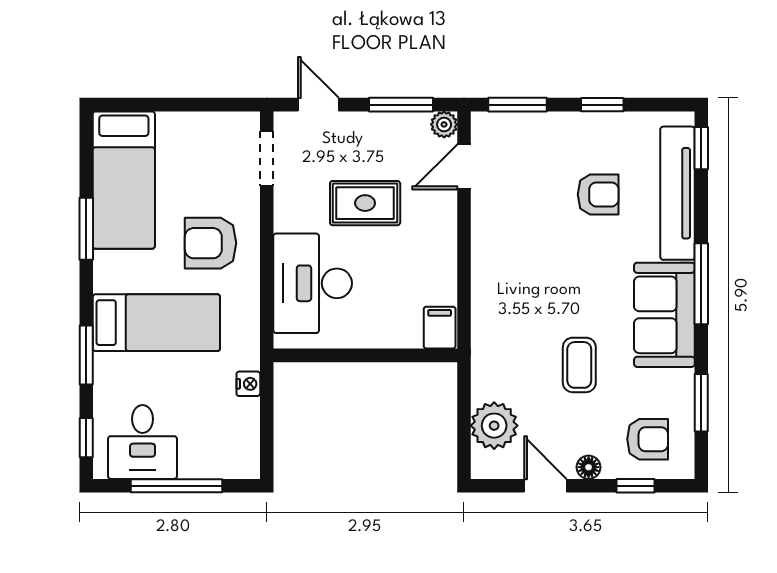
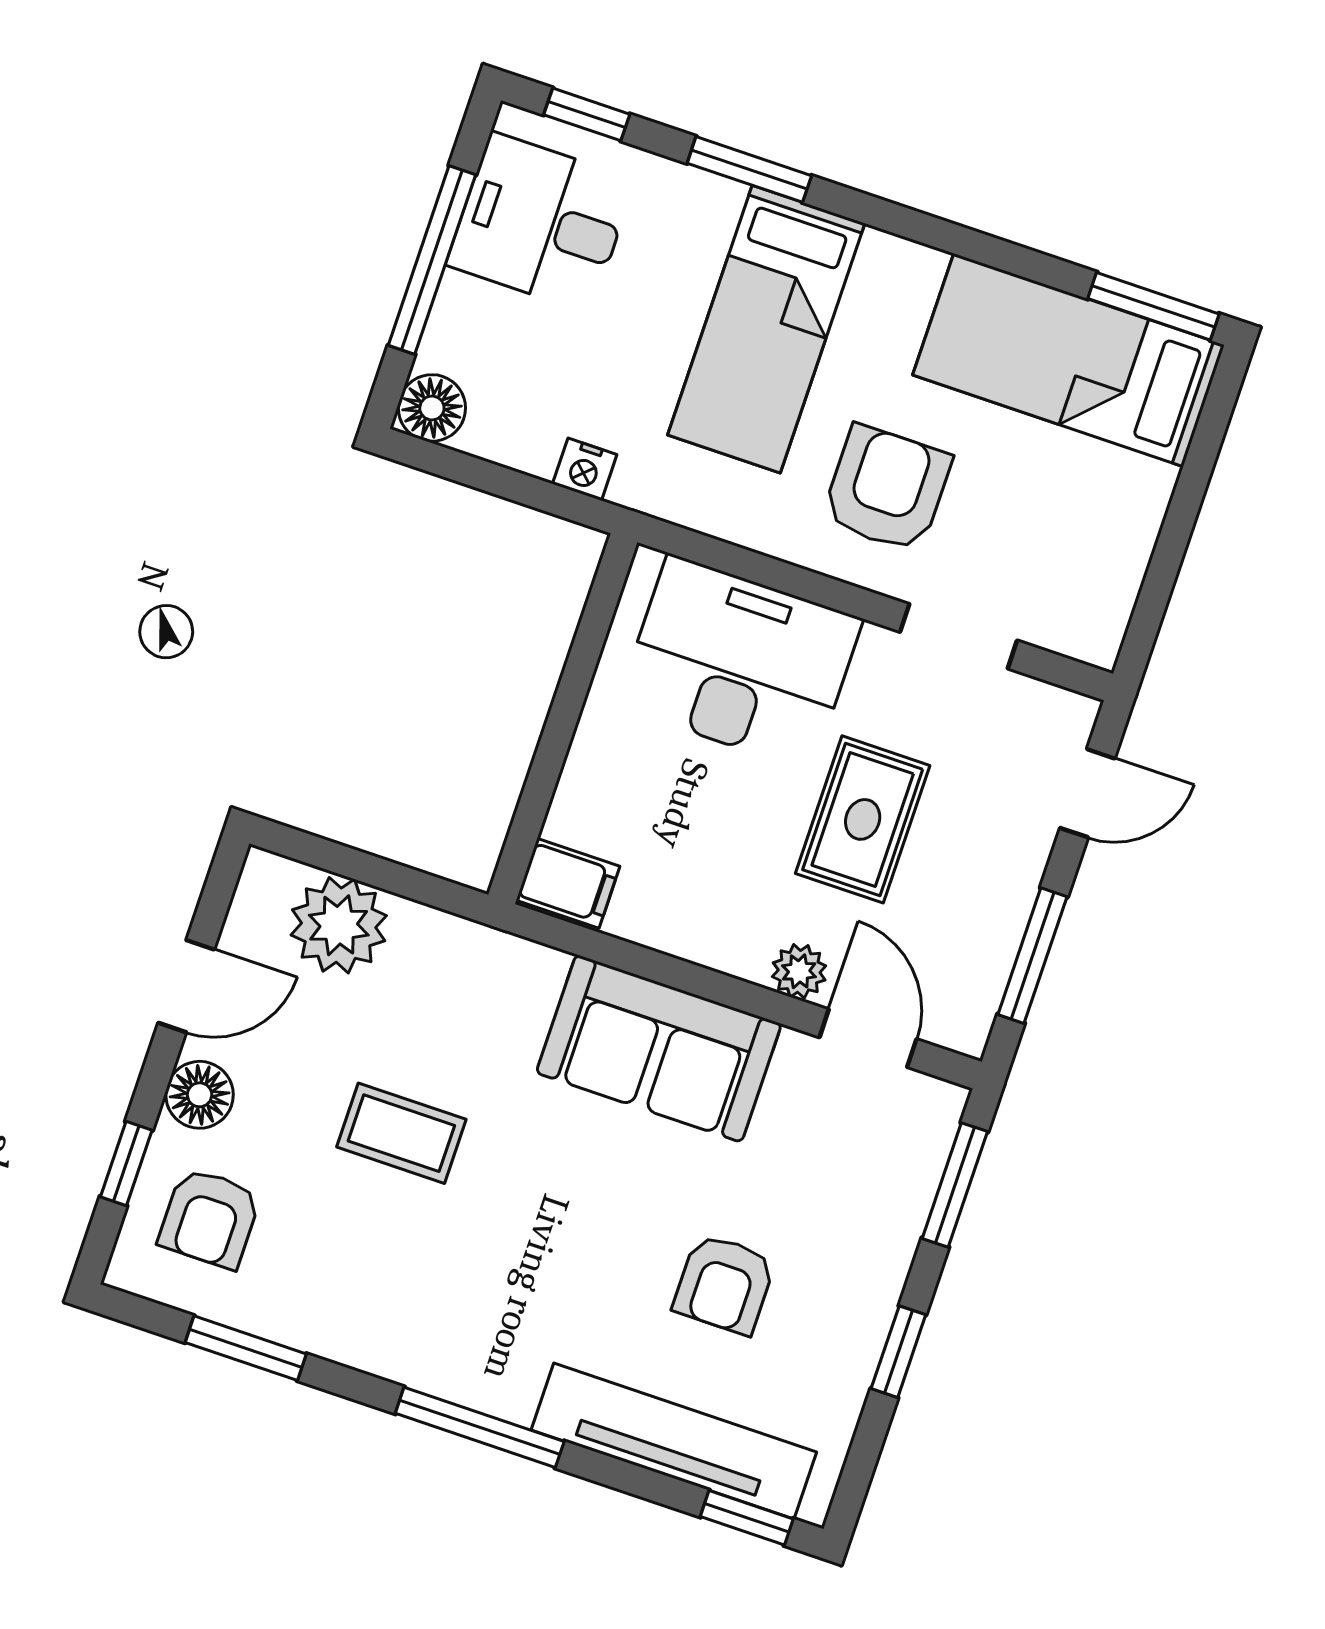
plant: (444, 124) -> (799, 971), moved
doorway: (267, 158) -> (959, 636), moved
window: (86, 229) -> (1153, 306), moved
sofa: (664, 315) -> (659, 1048), moved, turned 180
floor lamp: (244, 463) -> (432, 408), added
floor lamp: (589, 467) -> (200, 1095), width x1.37, depth x1.37

